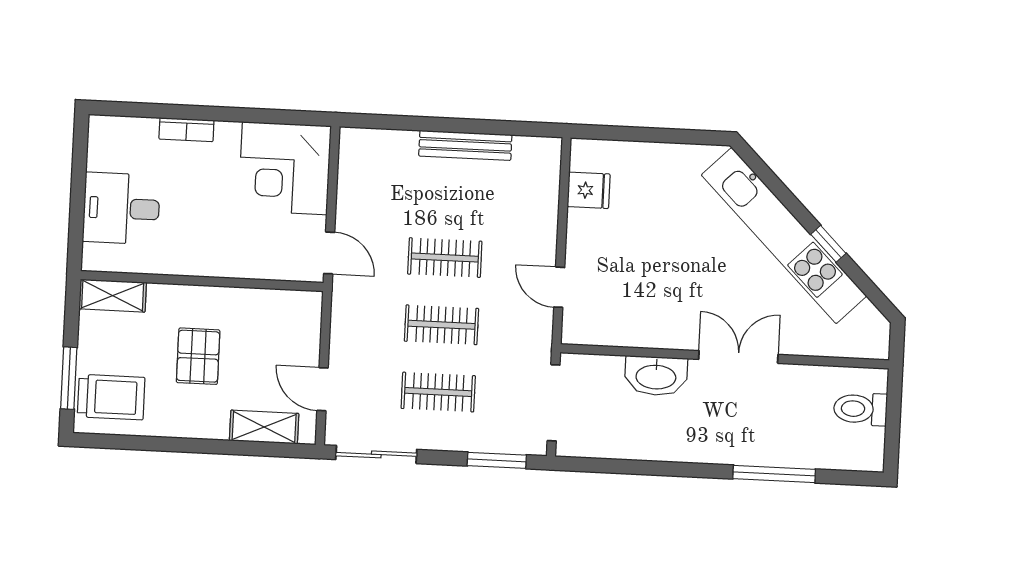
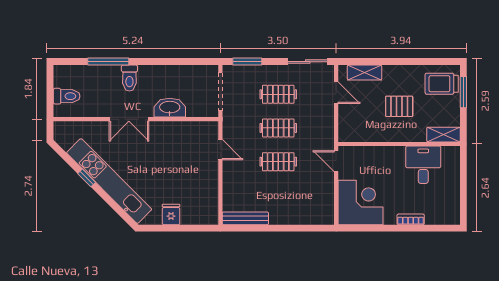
bench: (465, 145) -> (245, 218), moved
fridge: (589, 190) -> (171, 214), moved, turned 90
desk: (121, 208) -> (423, 165), moved, turned -90
pallet: (198, 356) -> (399, 106), turned 90
toilet: (733, 439) -> (129, 78), added

